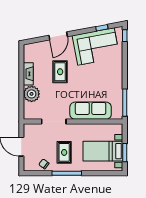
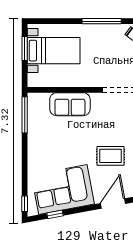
rug: (60, 72) -> (110, 156), turned 90
sofa: (91, 111) -> (70, 104), width x0.73
rug: (64, 152) -> (105, 49), removed

